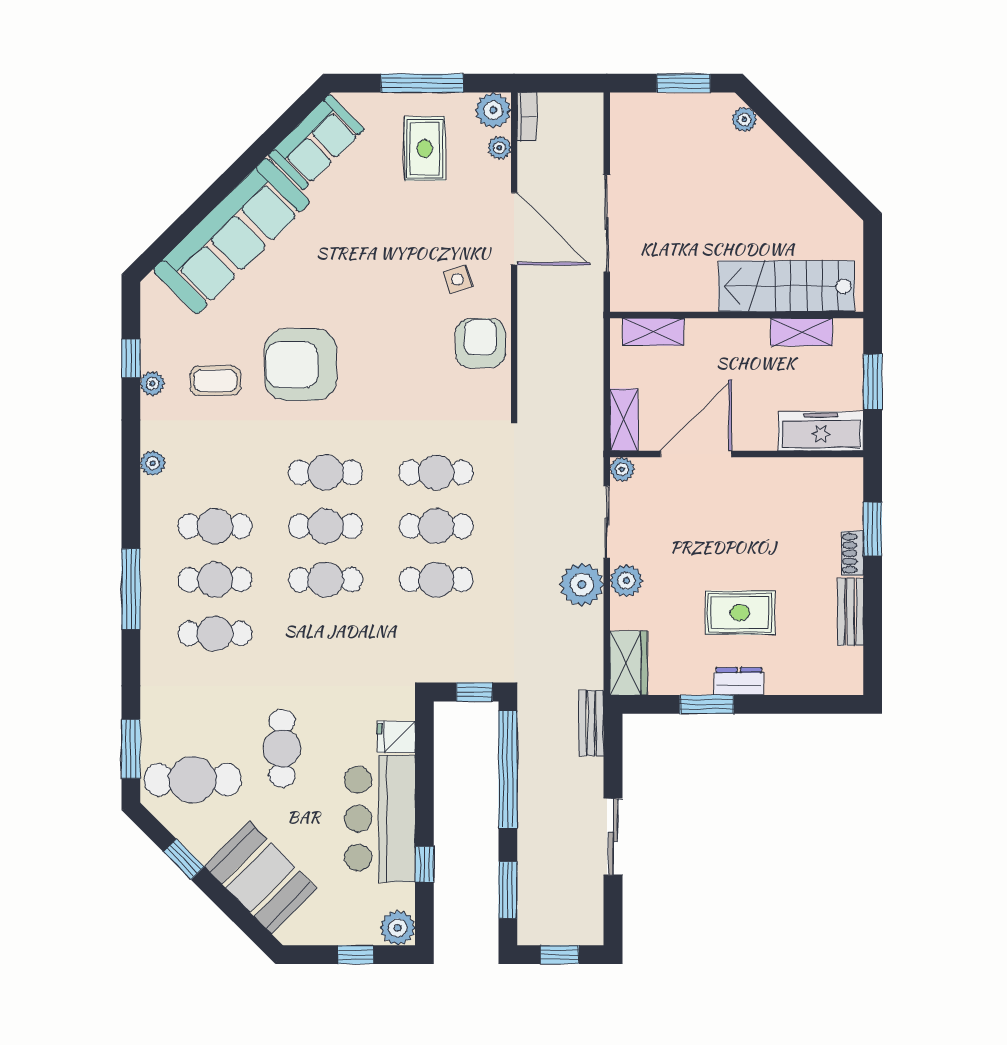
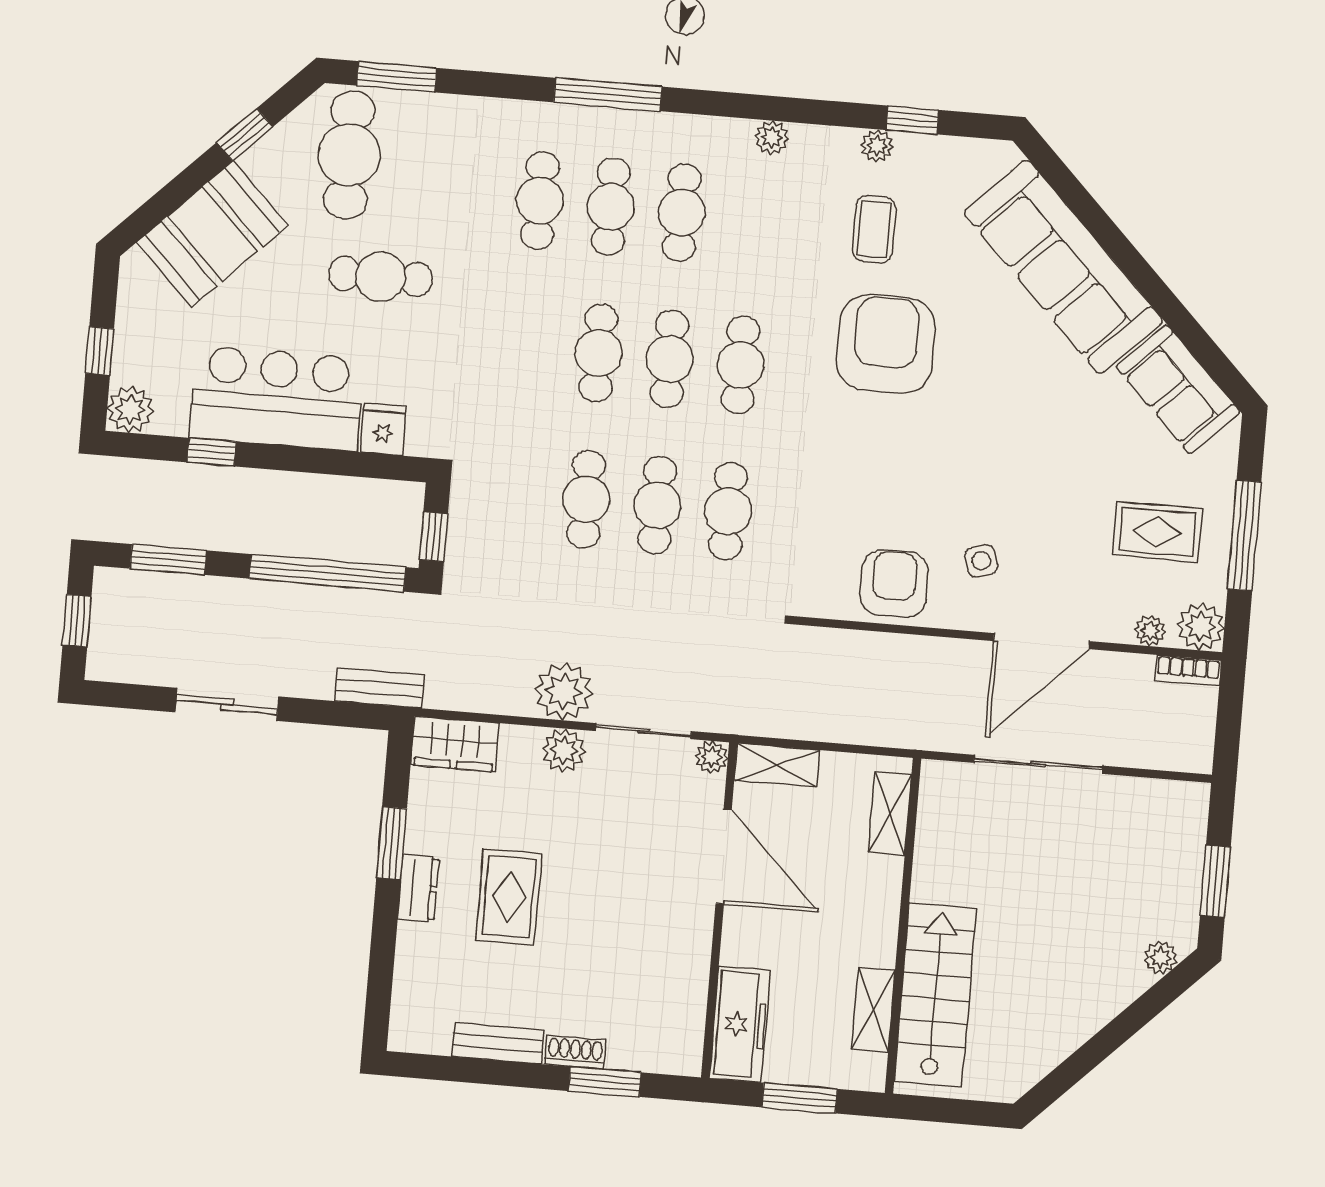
armchair: (480, 343) -> (894, 584), turned -90

